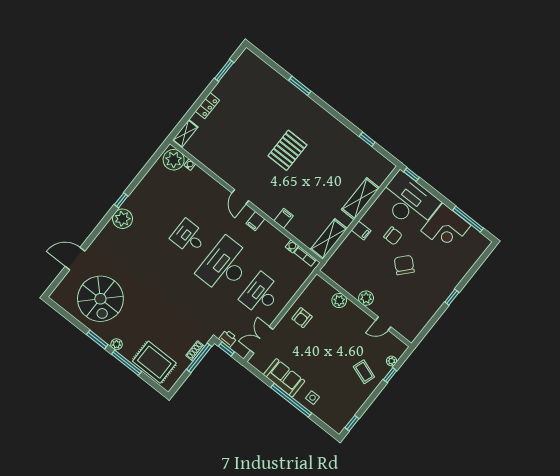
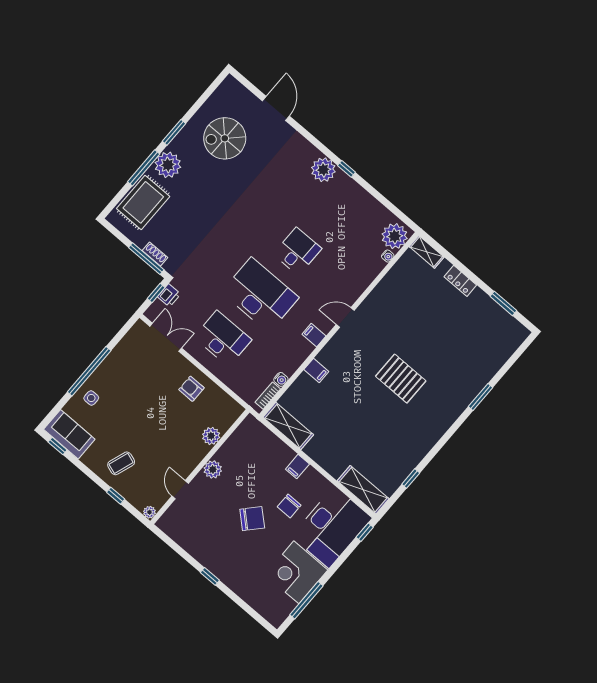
shelving: (361, 199) -> (363, 490), moved
spiral stairs: (100, 299) -> (225, 138), width x0.73, depth x0.73
plant: (117, 344) -> (168, 165), width x1.87, depth x1.87
plant: (392, 361) -> (149, 512), moved
sofa: (284, 378) -> (69, 434), moved, turned -90

